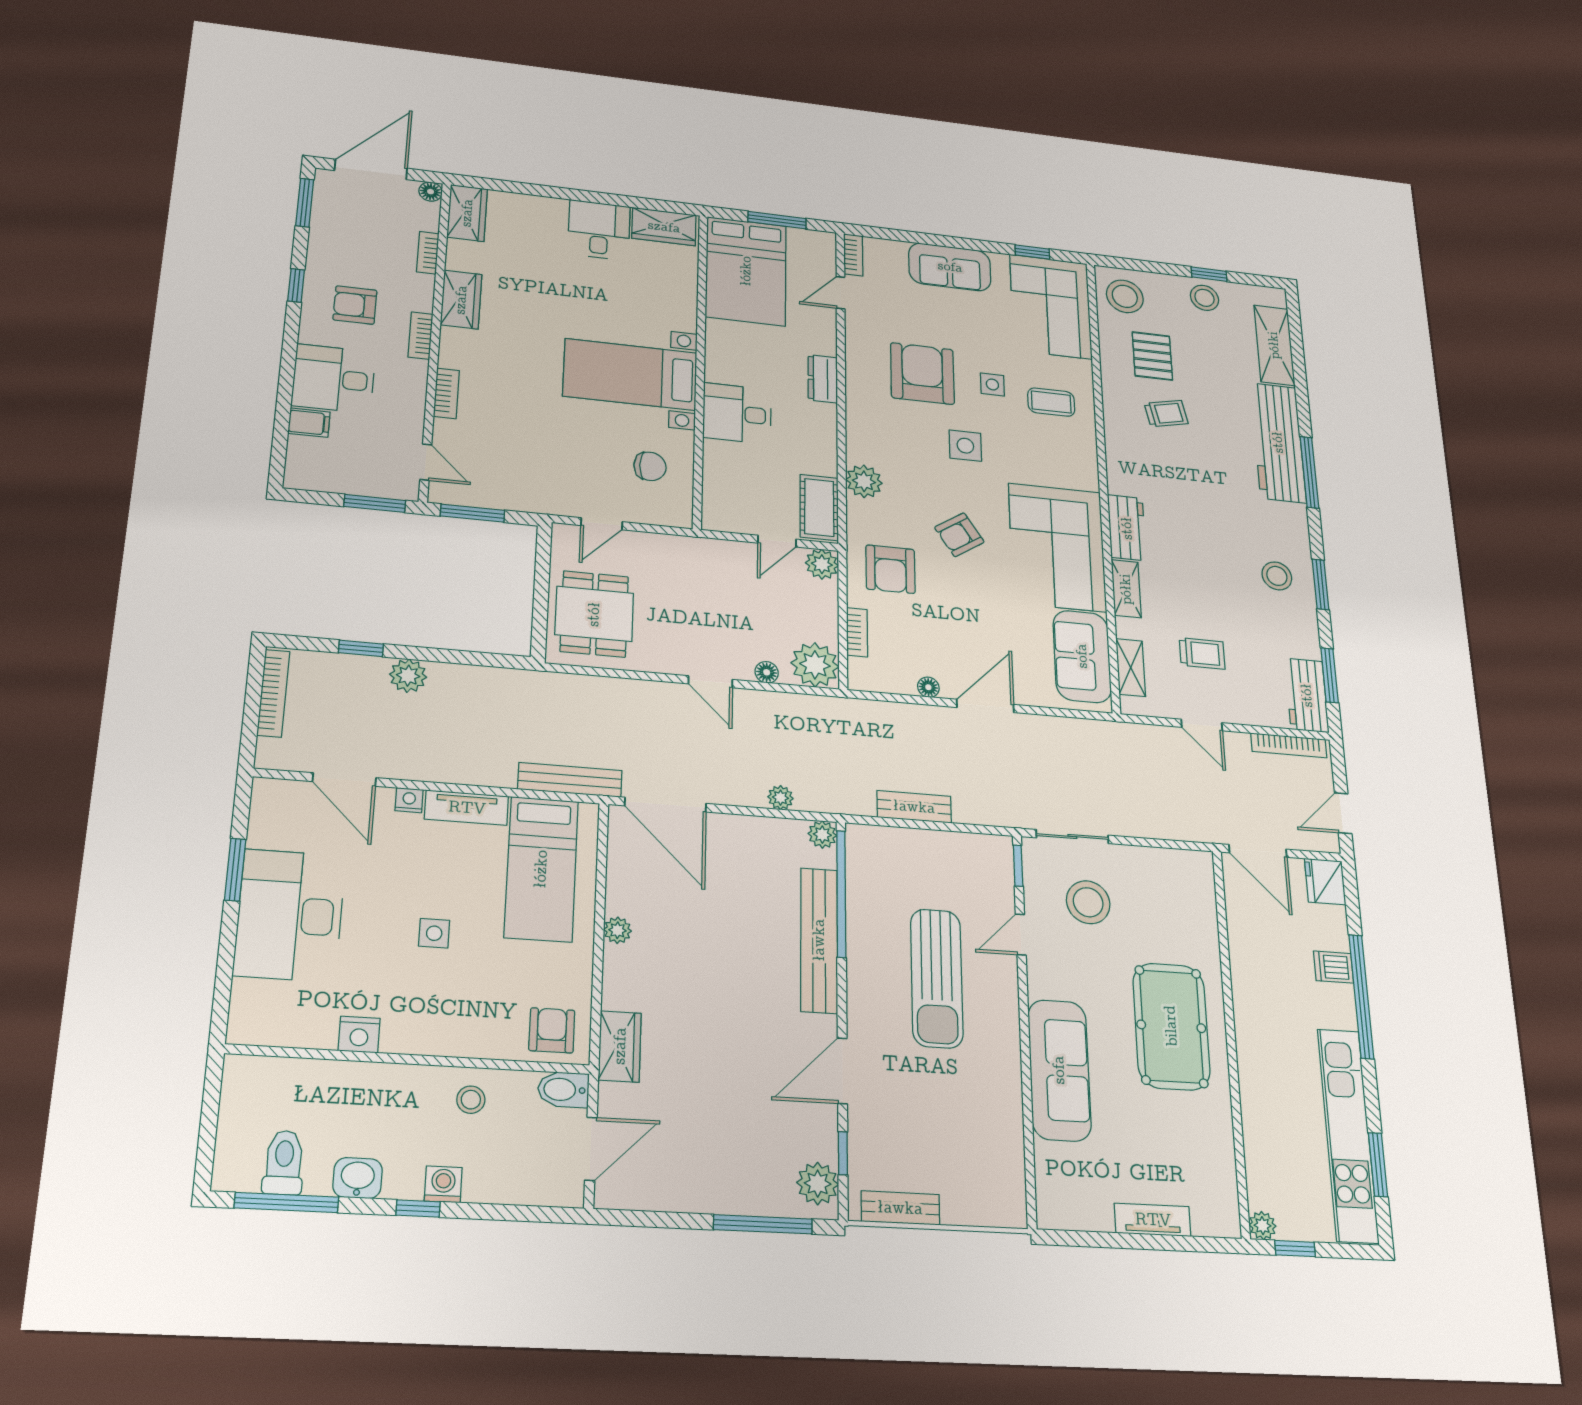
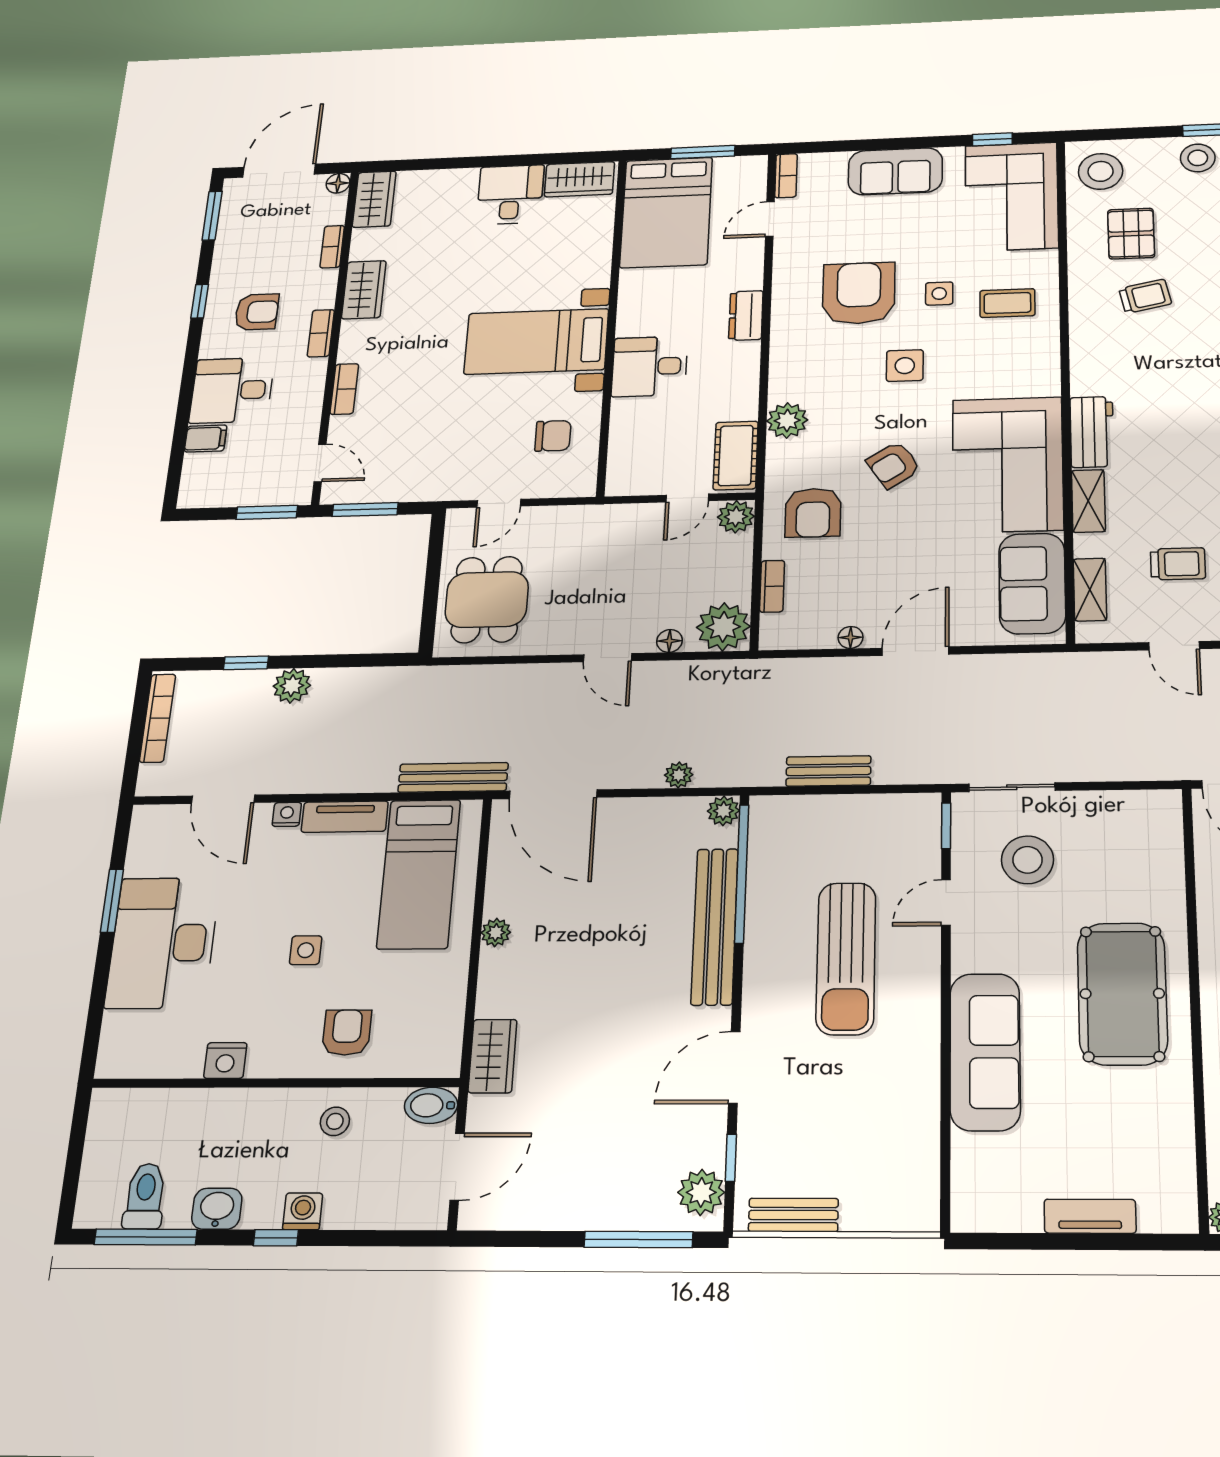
armchair: (355, 305) -> (257, 312), turned 180
armchair: (552, 1030) -> (347, 1032), moved

